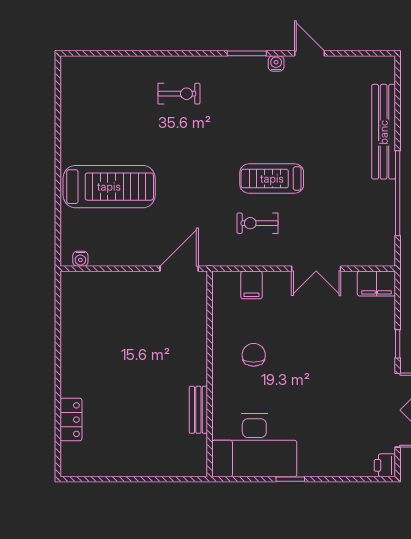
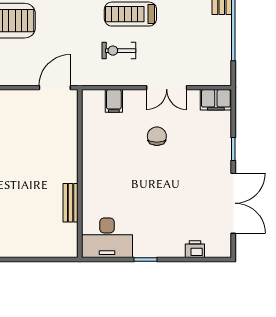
chair: (254, 355) -> (157, 136), moved
desk: (254, 445) -> (107, 238), width x0.73, depth x0.77
printer: (385, 465) -> (195, 249), moved, turned 90

